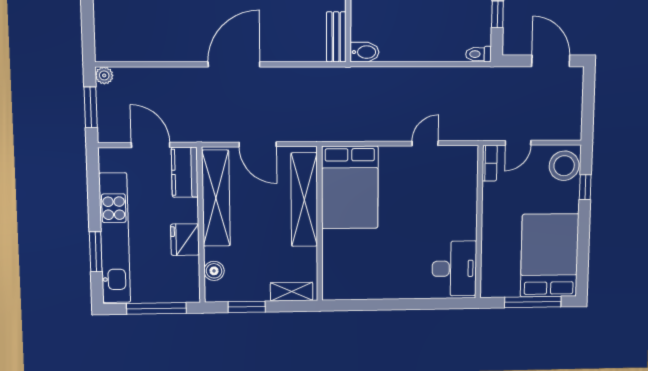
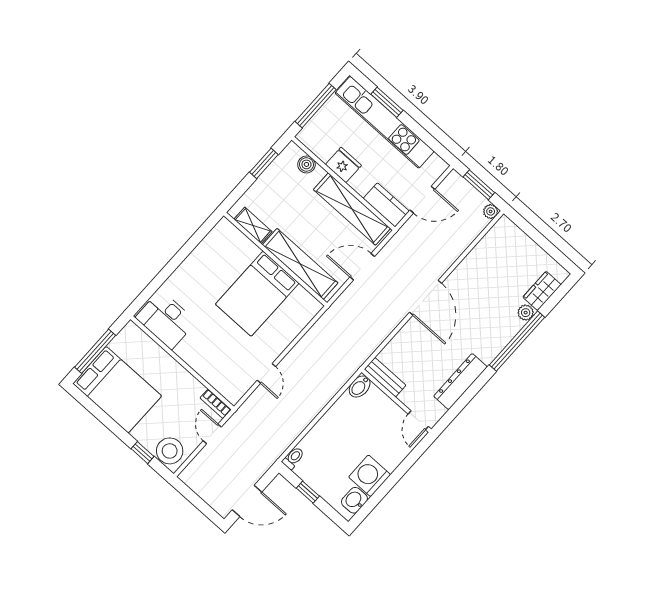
bed: (350, 187) -> (257, 294), moved, turned -90
shelving: (292, 292) -> (253, 225), moved, turned 90

